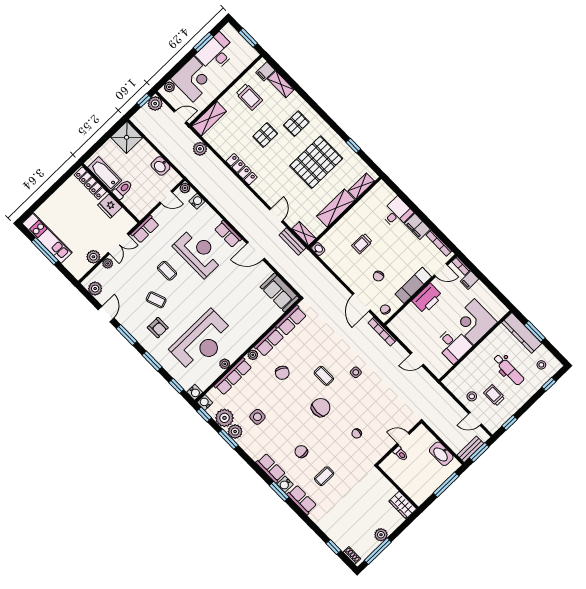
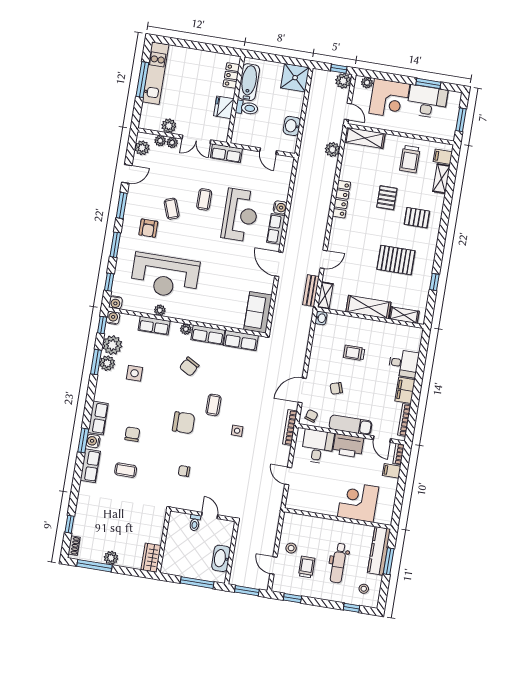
pallet: (265, 135) -> (387, 198), turned 90
pallet: (316, 162) -> (396, 260), width x0.73, depth x0.71
locker: (90, 183) -> (231, 76), width x0.66
plant: (185, 188) -> (160, 141), moved
water cooler: (197, 201) -> (280, 207), moved
desk: (453, 345) -> (317, 446), moved, turned 180
row of seats: (233, 376) -> (154, 326), width x0.68
bench: (470, 449) -> (244, 581), removed

